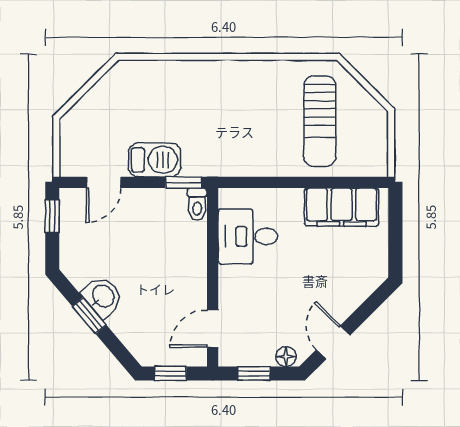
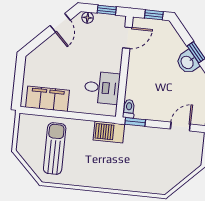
barbecue: (154, 160) -> (109, 132), moved

